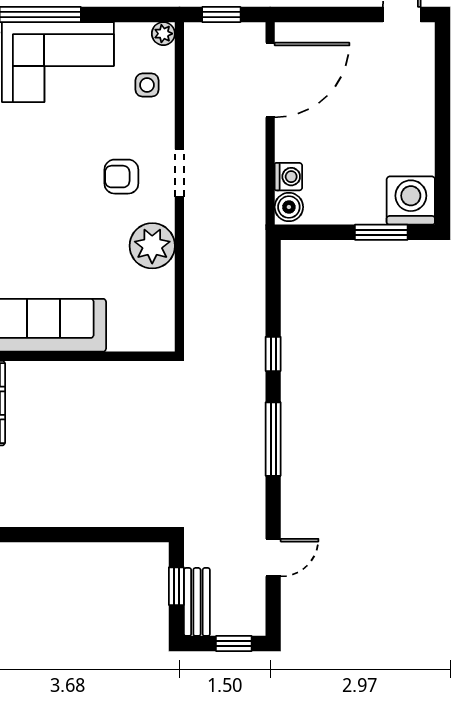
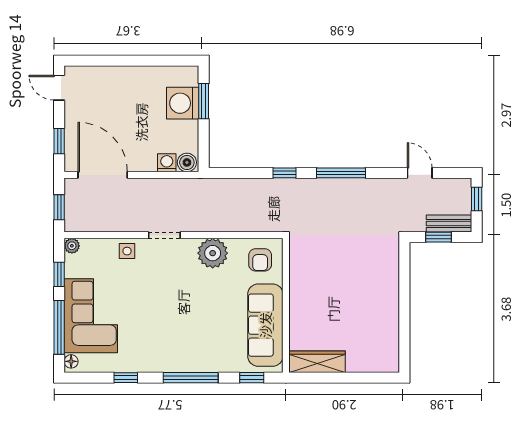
window: (120, 15) -> (59, 274), added
window: (321, 15) -> (59, 141), added
side table: (147, 85) -> (127, 251), moved
armchair: (121, 177) -> (260, 260), moved
washing machine: (411, 201) -> (183, 103), moved

